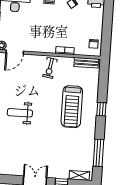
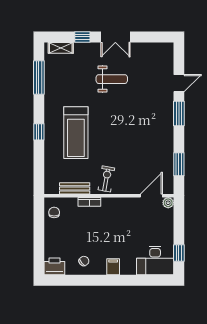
bench: (86, 63) -> (75, 188), moved
treadmill: (72, 107) -> (76, 133), turned 180
weight bench: (20, 113) -> (112, 79), moved

